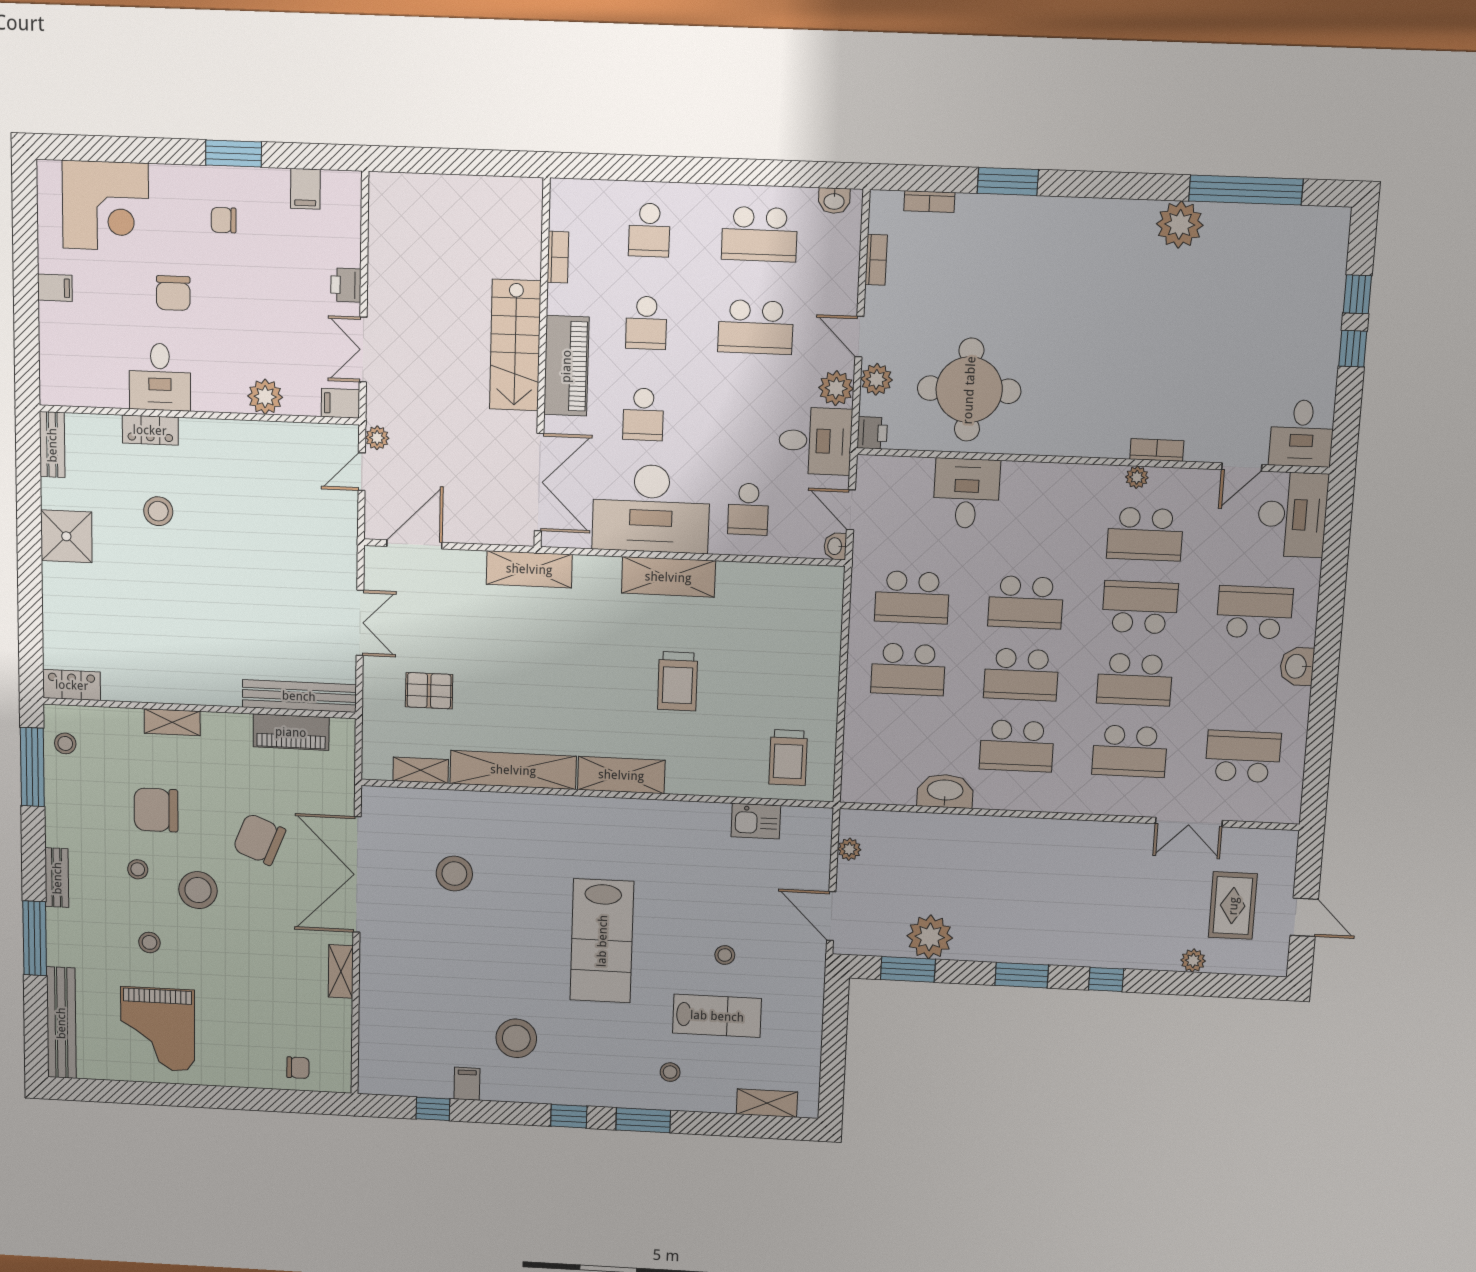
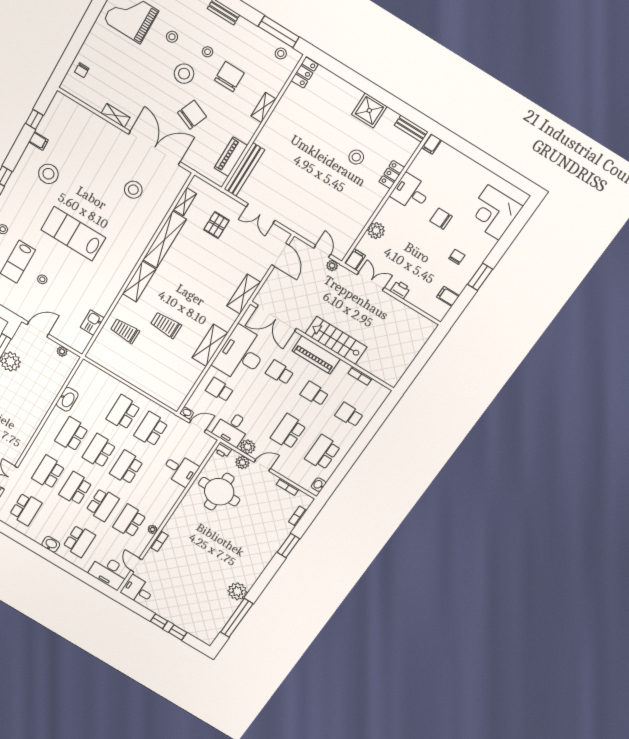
filing cabinet: (55, 288) -> (431, 144), moved
trolley: (788, 758) -> (125, 331), moved

